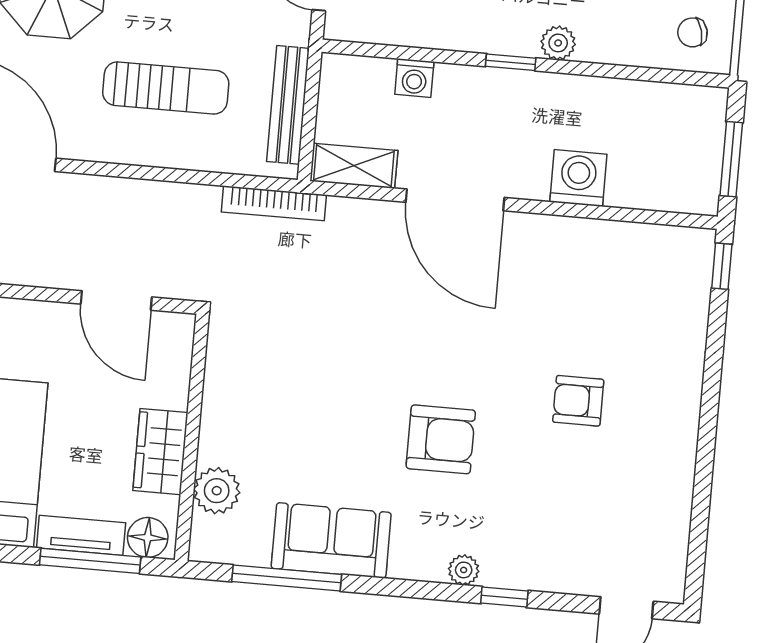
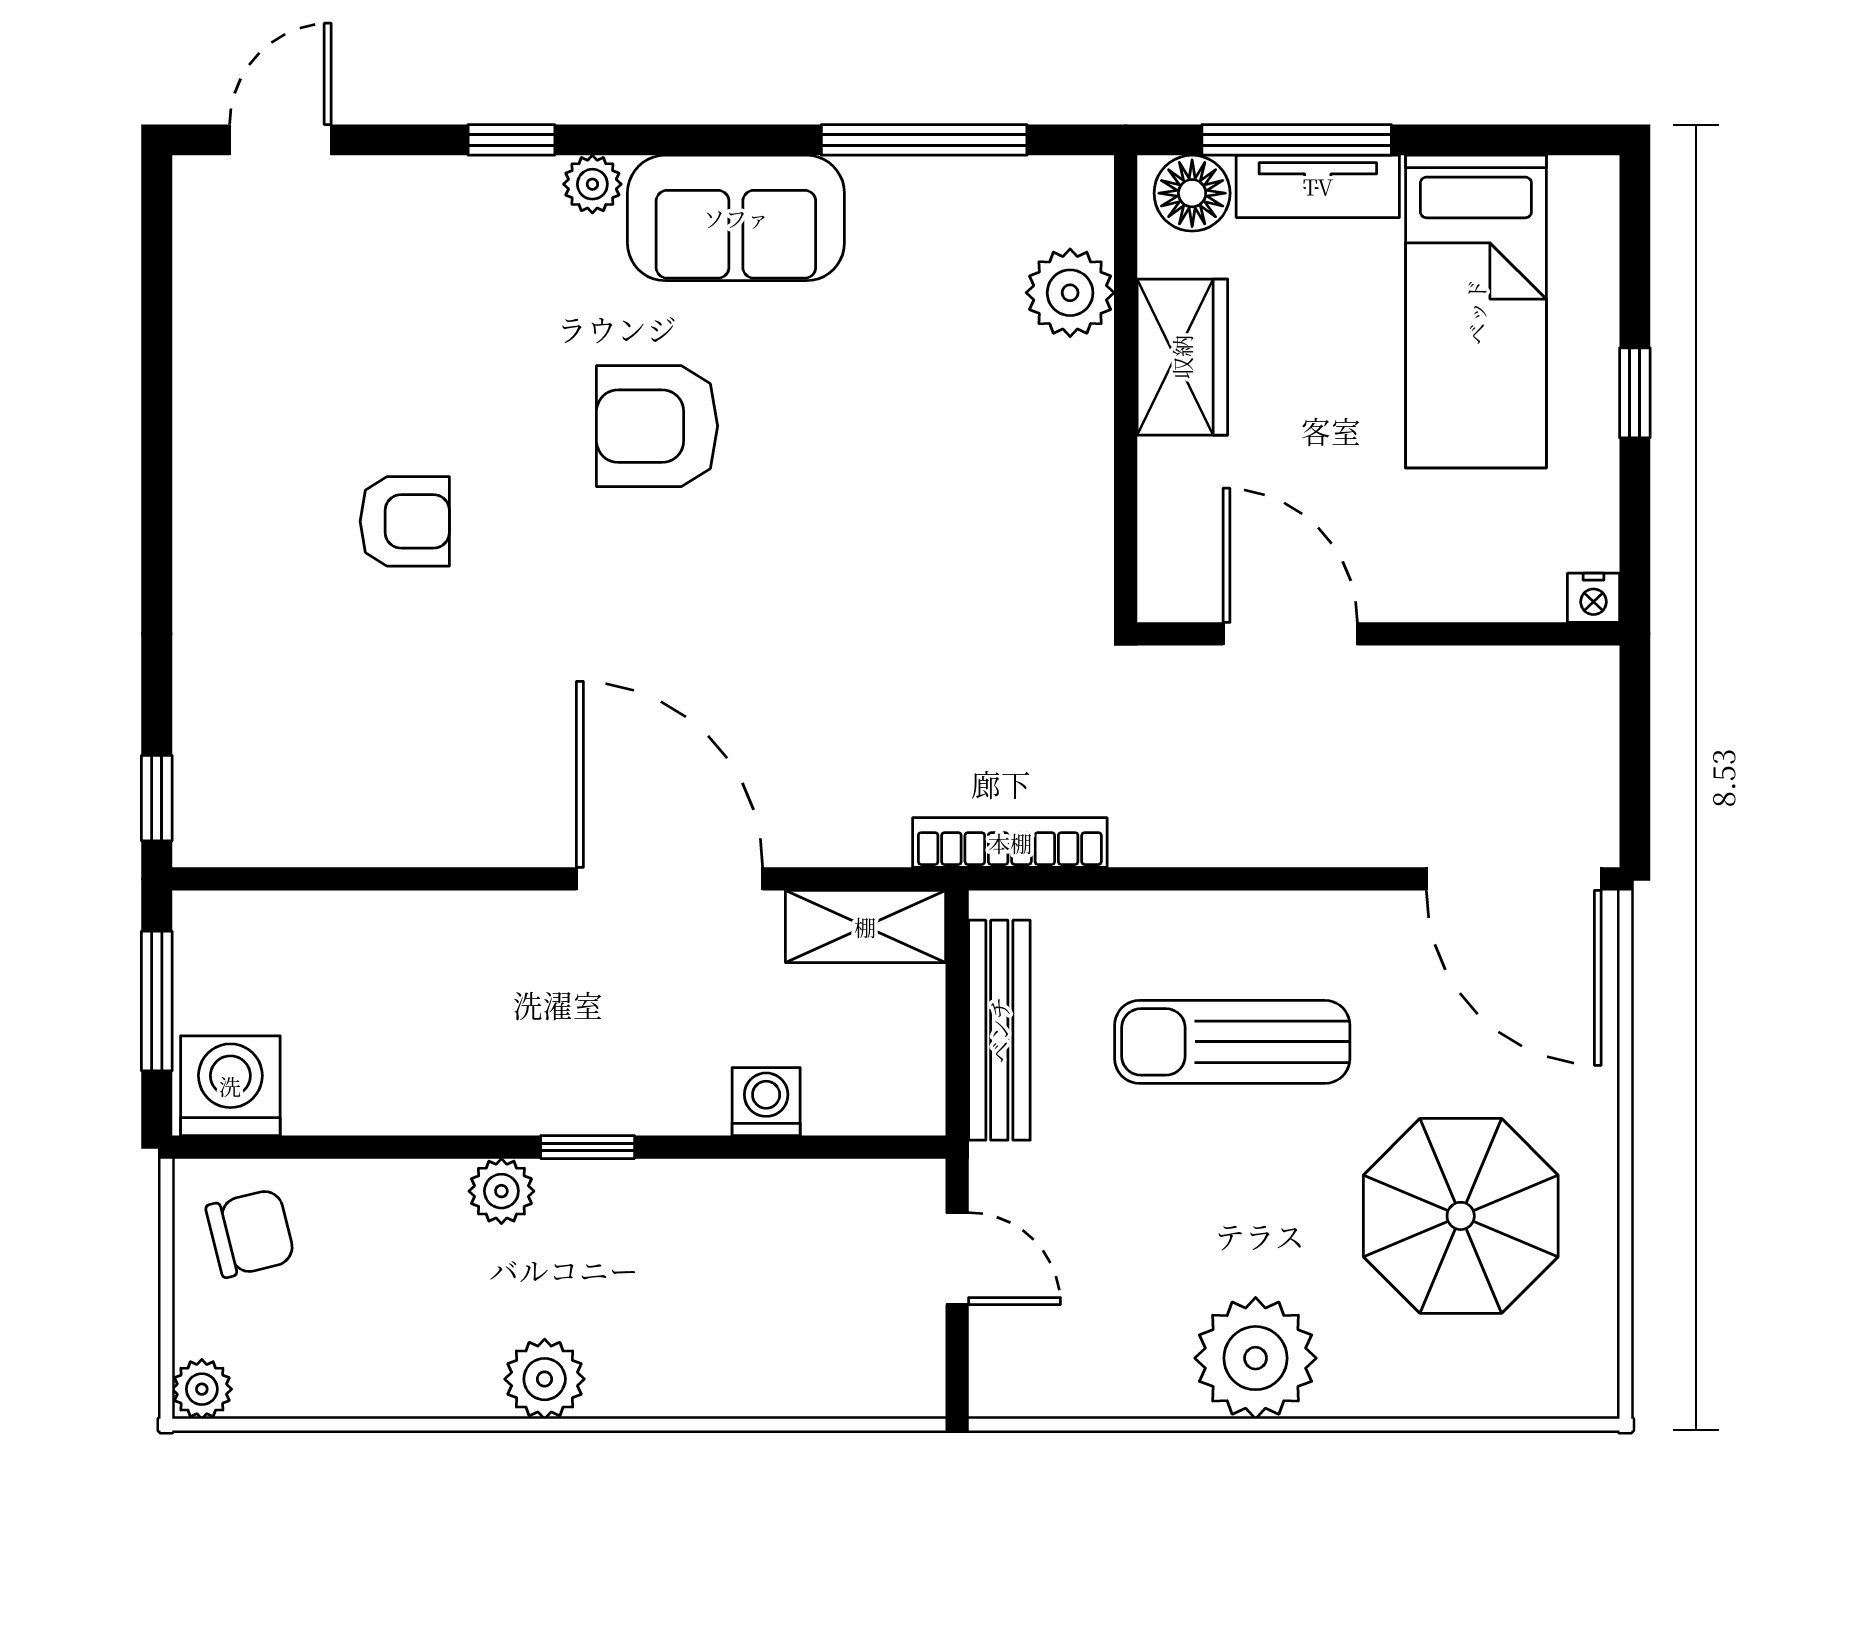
chair: (692, 32) -> (250, 1233), width x1.37, depth x1.37
washing machine: (578, 178) -> (230, 1086), moved, turned 180
sofa: (331, 540) -> (736, 218), moved

